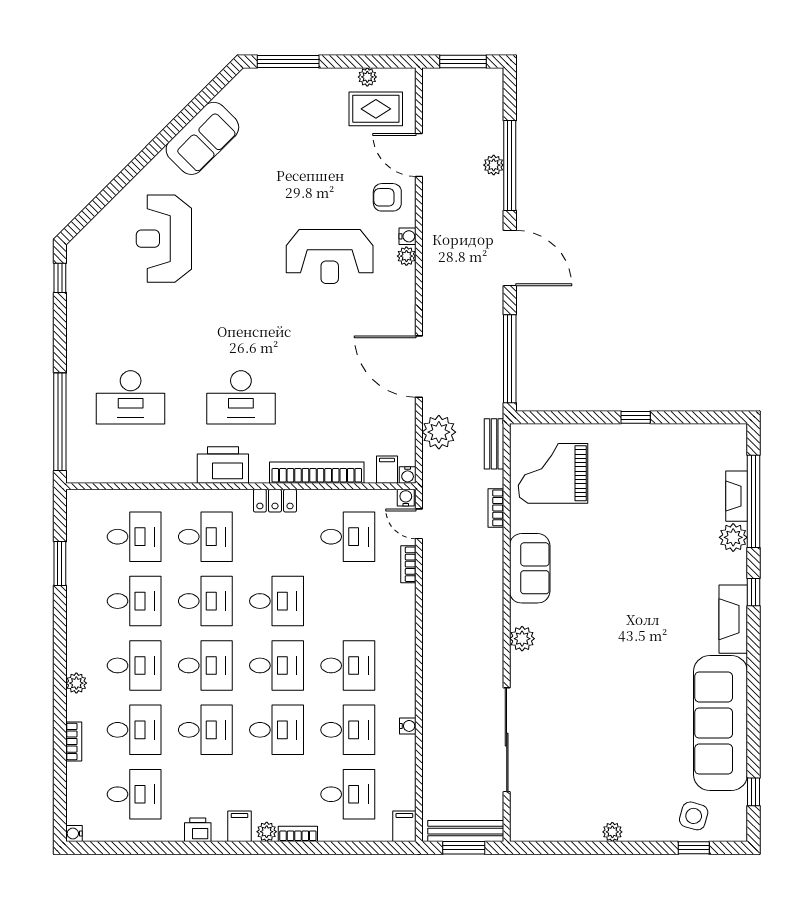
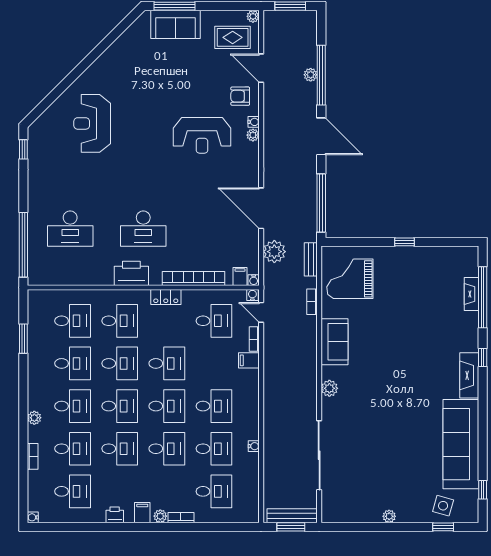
plant: (367, 77) -> (253, 16), moved
sofa: (202, 138) -> (176, 24), moved, turned 45
plant: (733, 537) -> (469, 321), removed
filing cabinet: (404, 826) -> (249, 360), moved, turned -90

